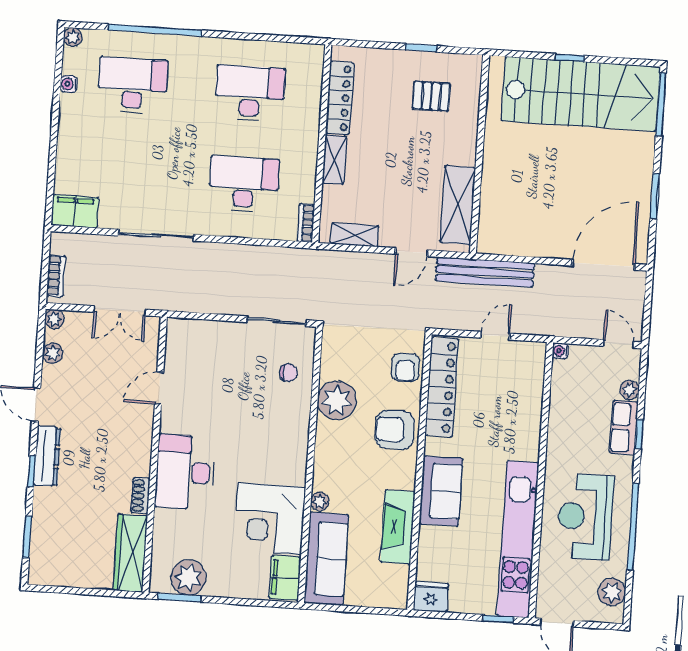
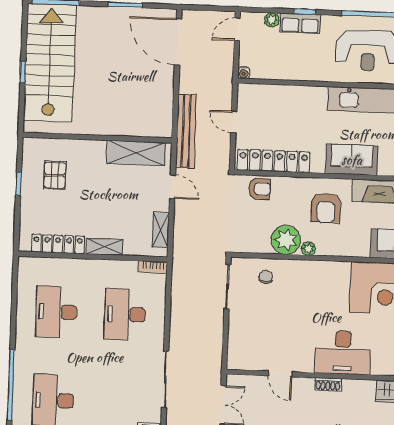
armchair: (395, 430) -> (326, 208), moved
shoe rack: (140, 496) -> (328, 384), moved
plant: (320, 501) -> (308, 248), moved

